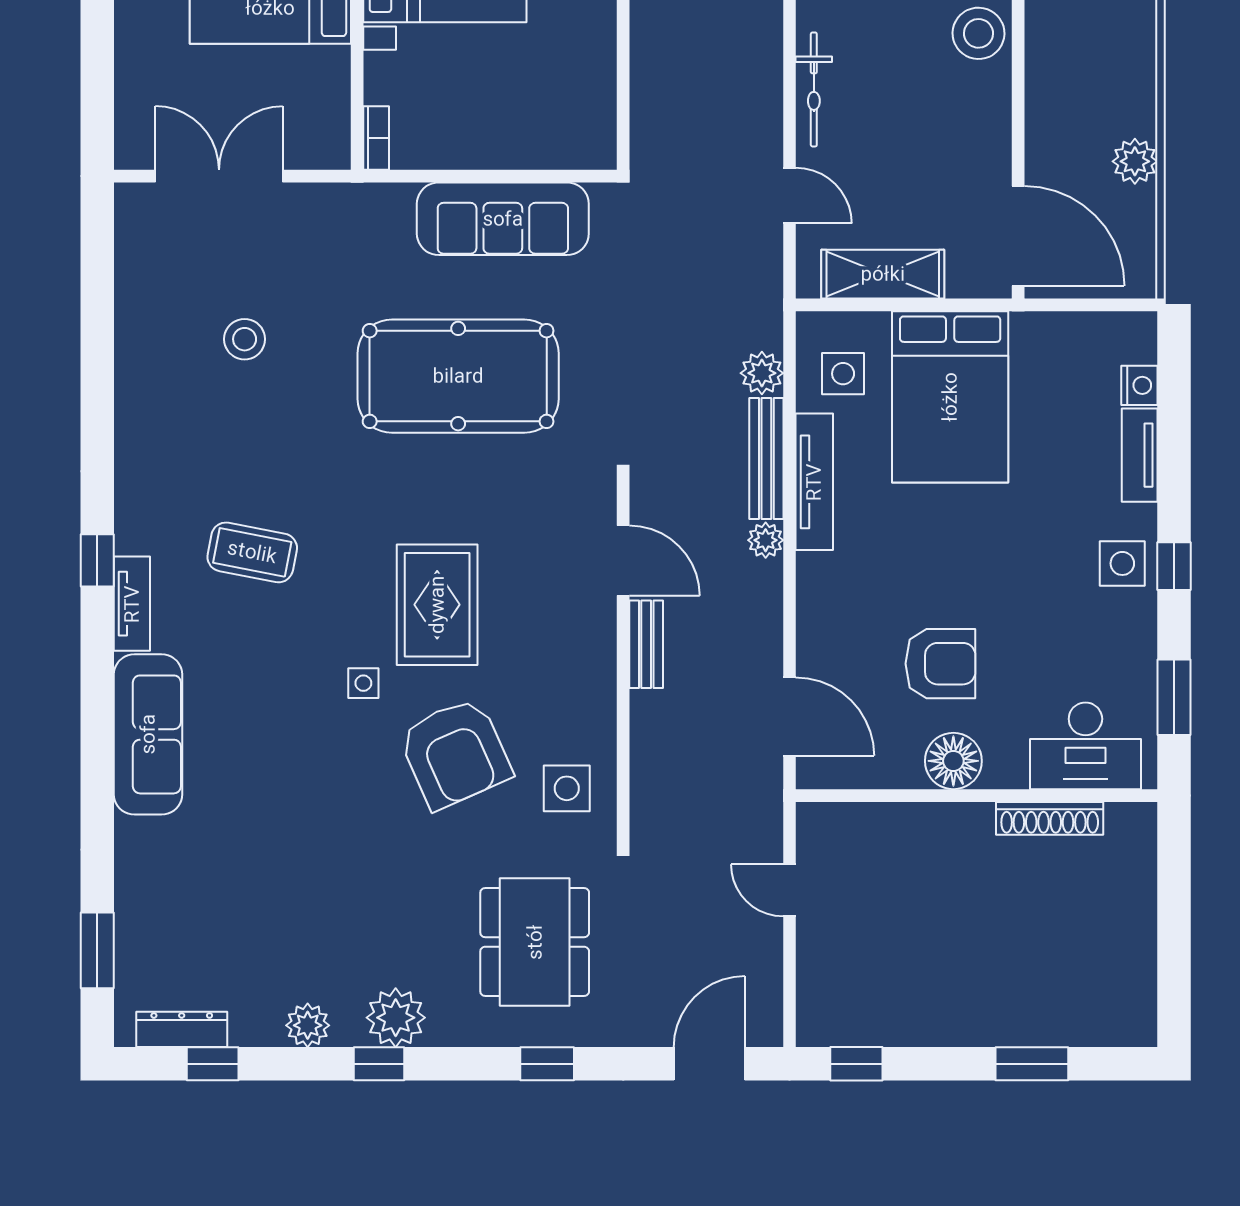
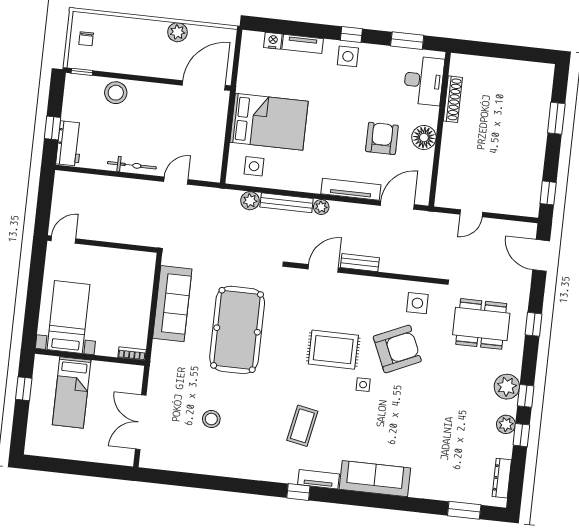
shelving: (883, 274) -> (214, 145), removed
tv unit: (814, 482) -> (351, 189), moved
window: (213, 1064) -> (521, 435), moved

